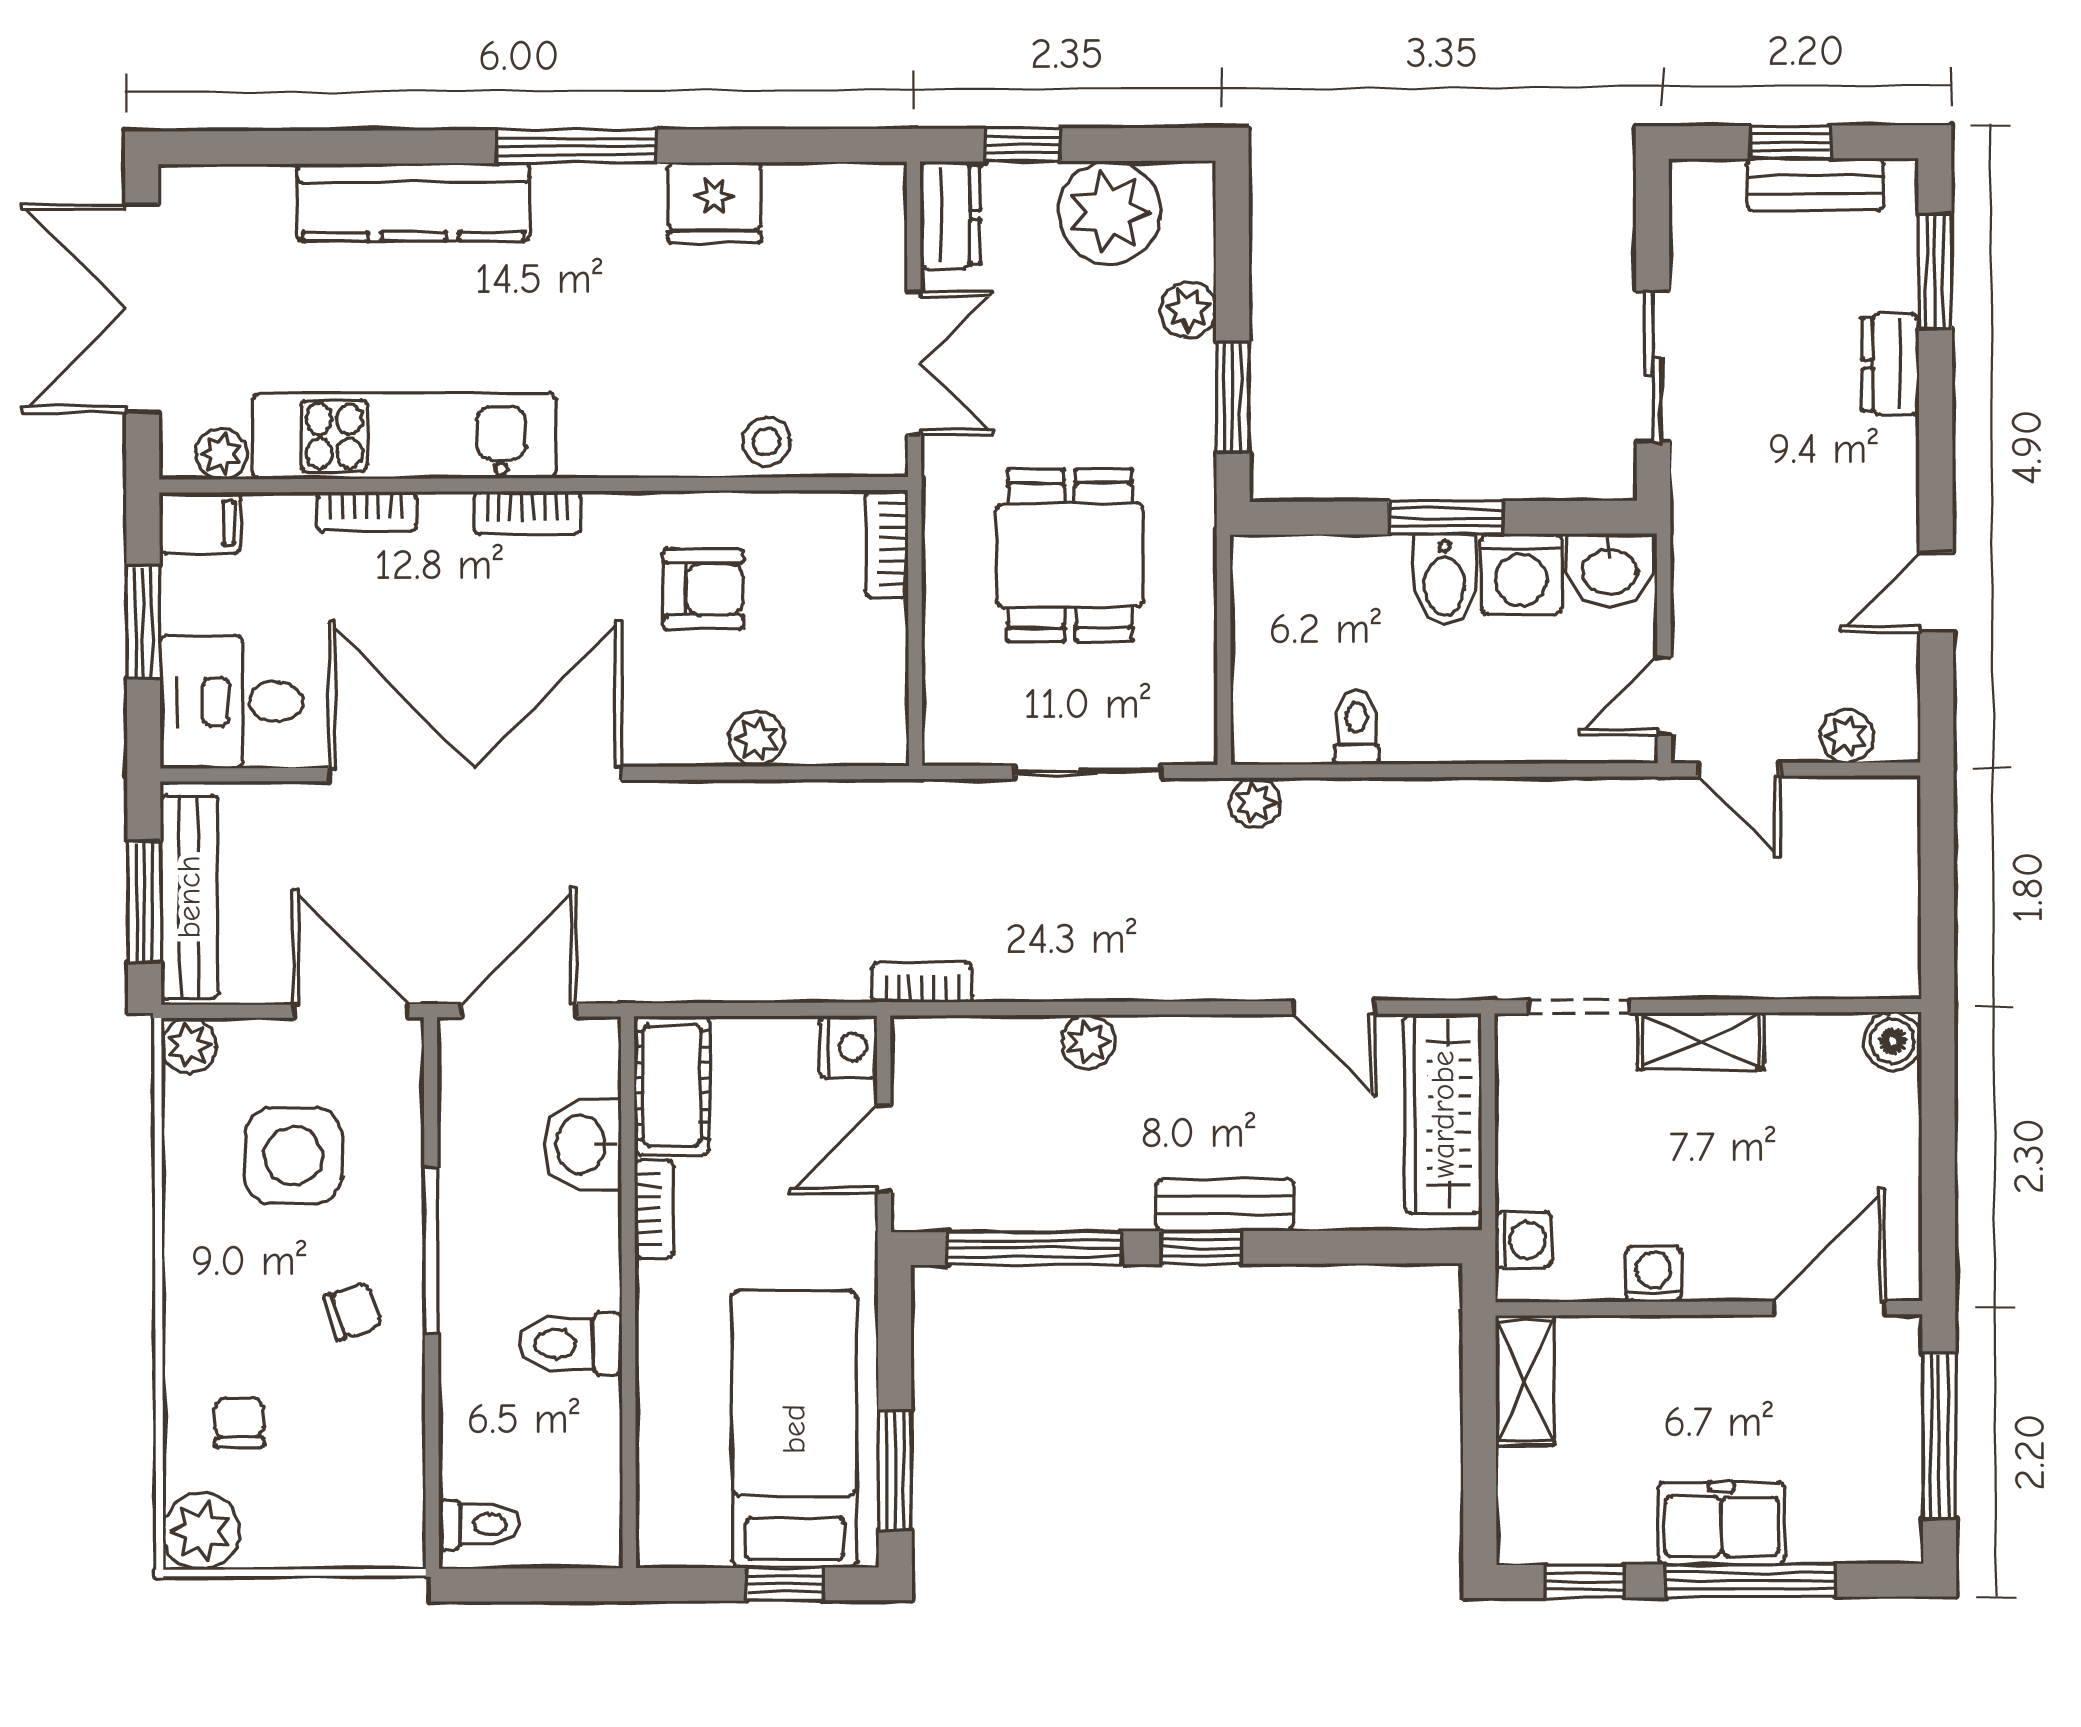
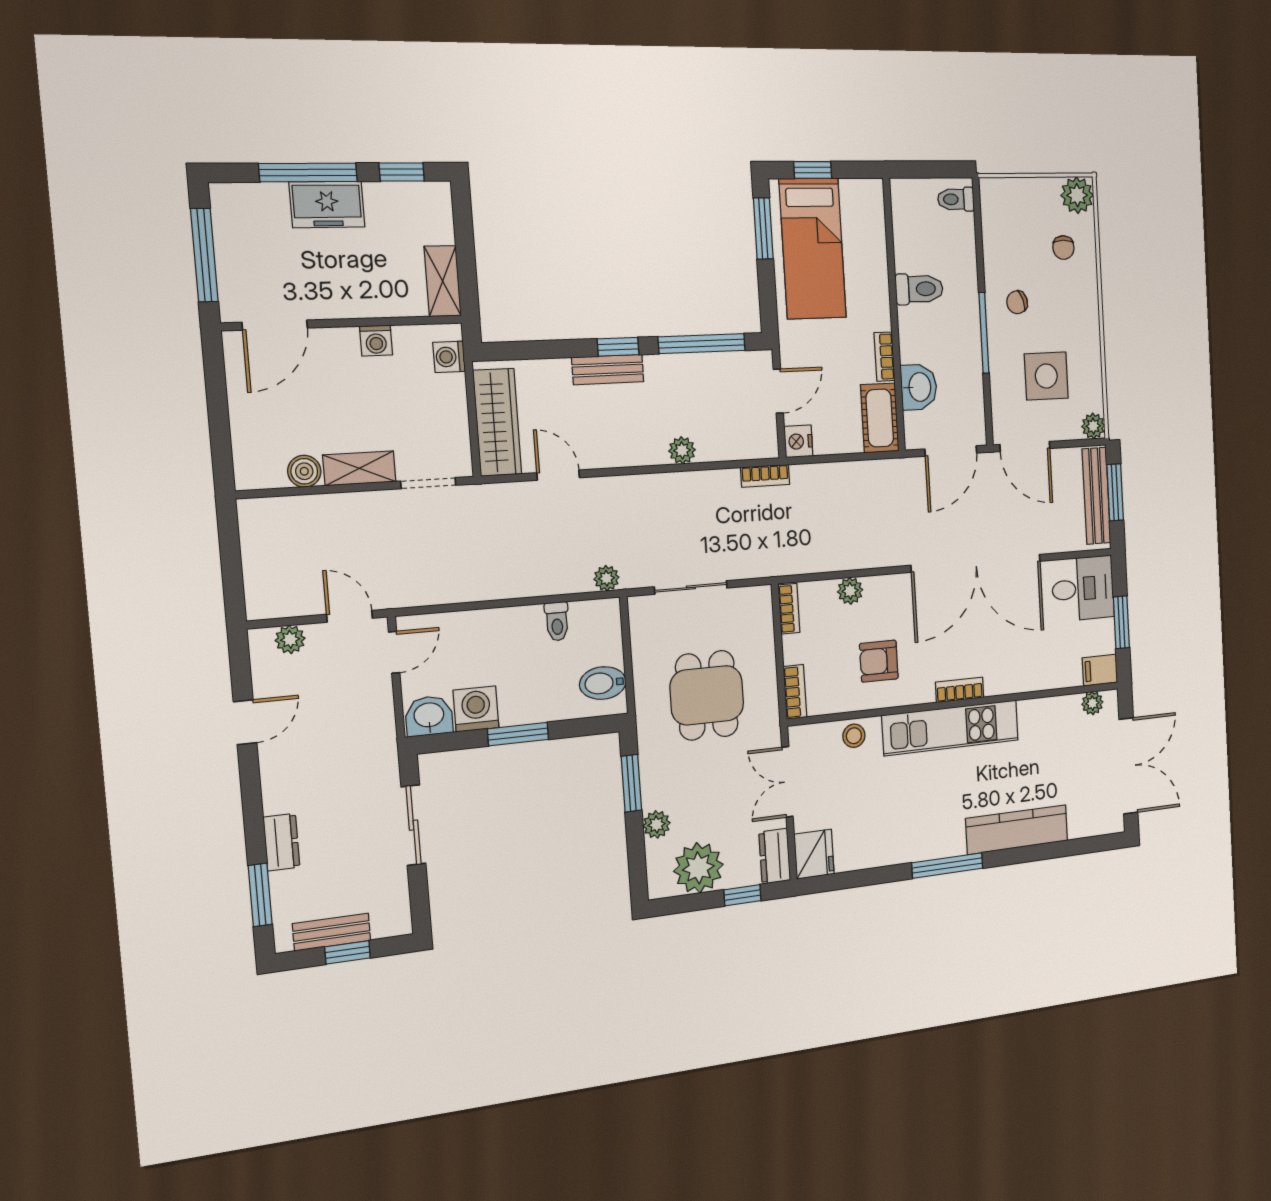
fridge: (714, 202) -> (814, 854), moved, turned 90
kitchen unit: (404, 436) -> (951, 728), moved
bookcase: (367, 512) -> (789, 609), moved, turned 90
bidet: (1445, 580) -> (603, 683), moved, turned -90
boiler: (1892, 1041) -> (304, 471), moved

